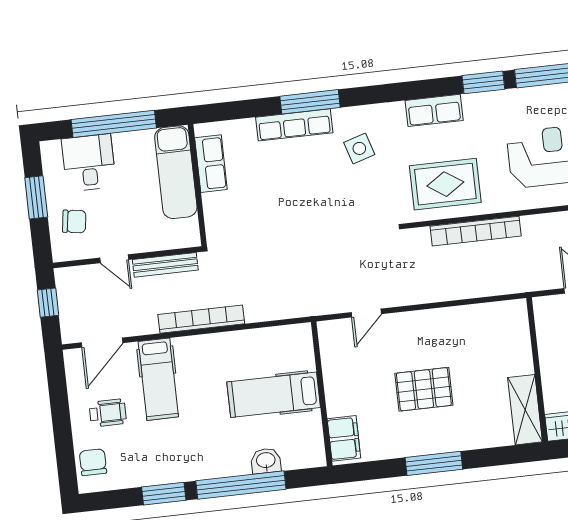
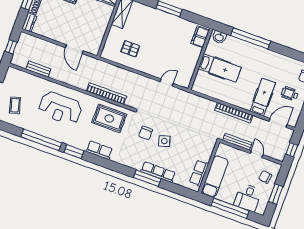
side table: (359, 148) -> (164, 141), moved
chair: (358, 191) -> (146, 133), added
pallet: (424, 389) -> (130, 49), moved, width x0.67, depth x0.71
washbasin: (266, 461) -> (219, 37), moved
window: (164, 494) -> (283, 50), removed

